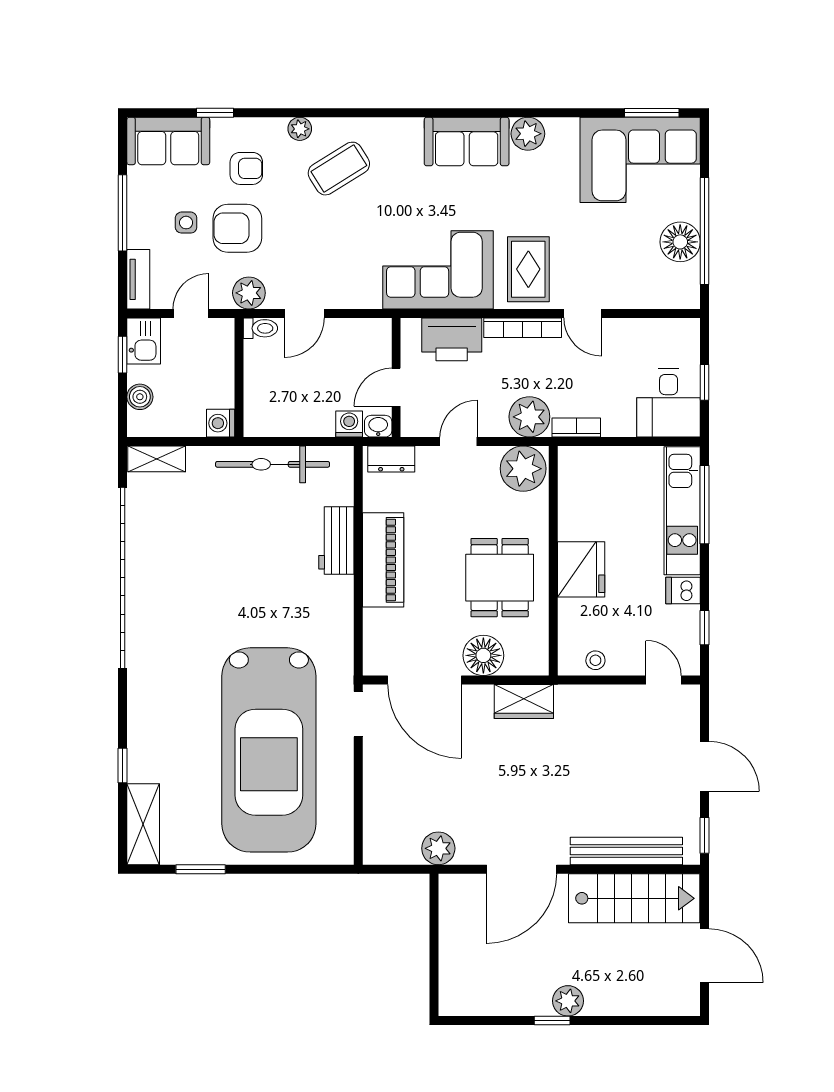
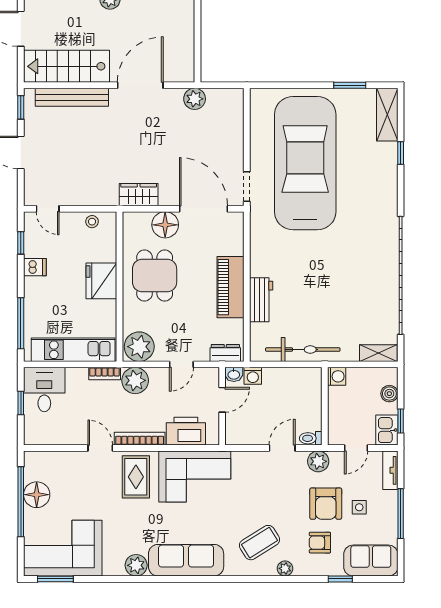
sofa: (467, 141) -> (186, 560), width x1.36
armchair: (237, 228) -> (326, 504), turned 90
kitchen unit: (682, 511) -> (73, 350), moved, turned -90

